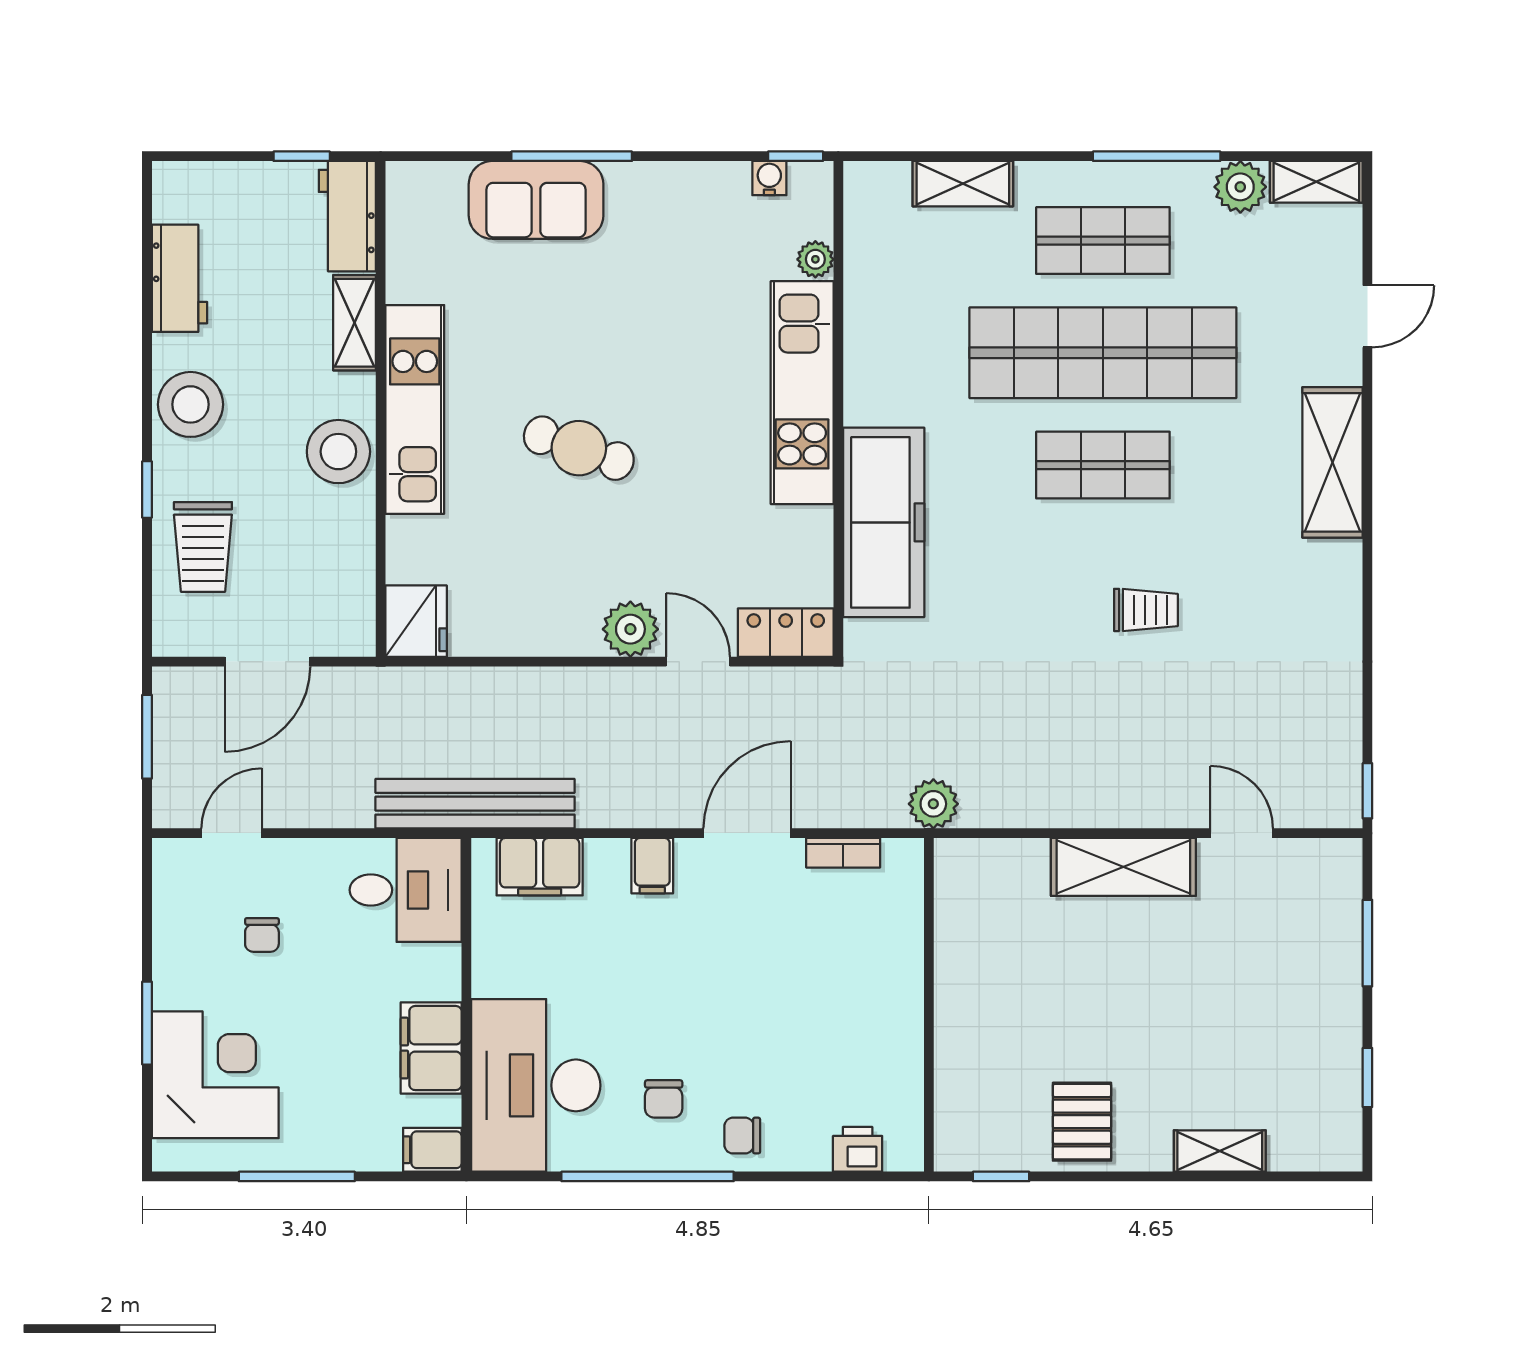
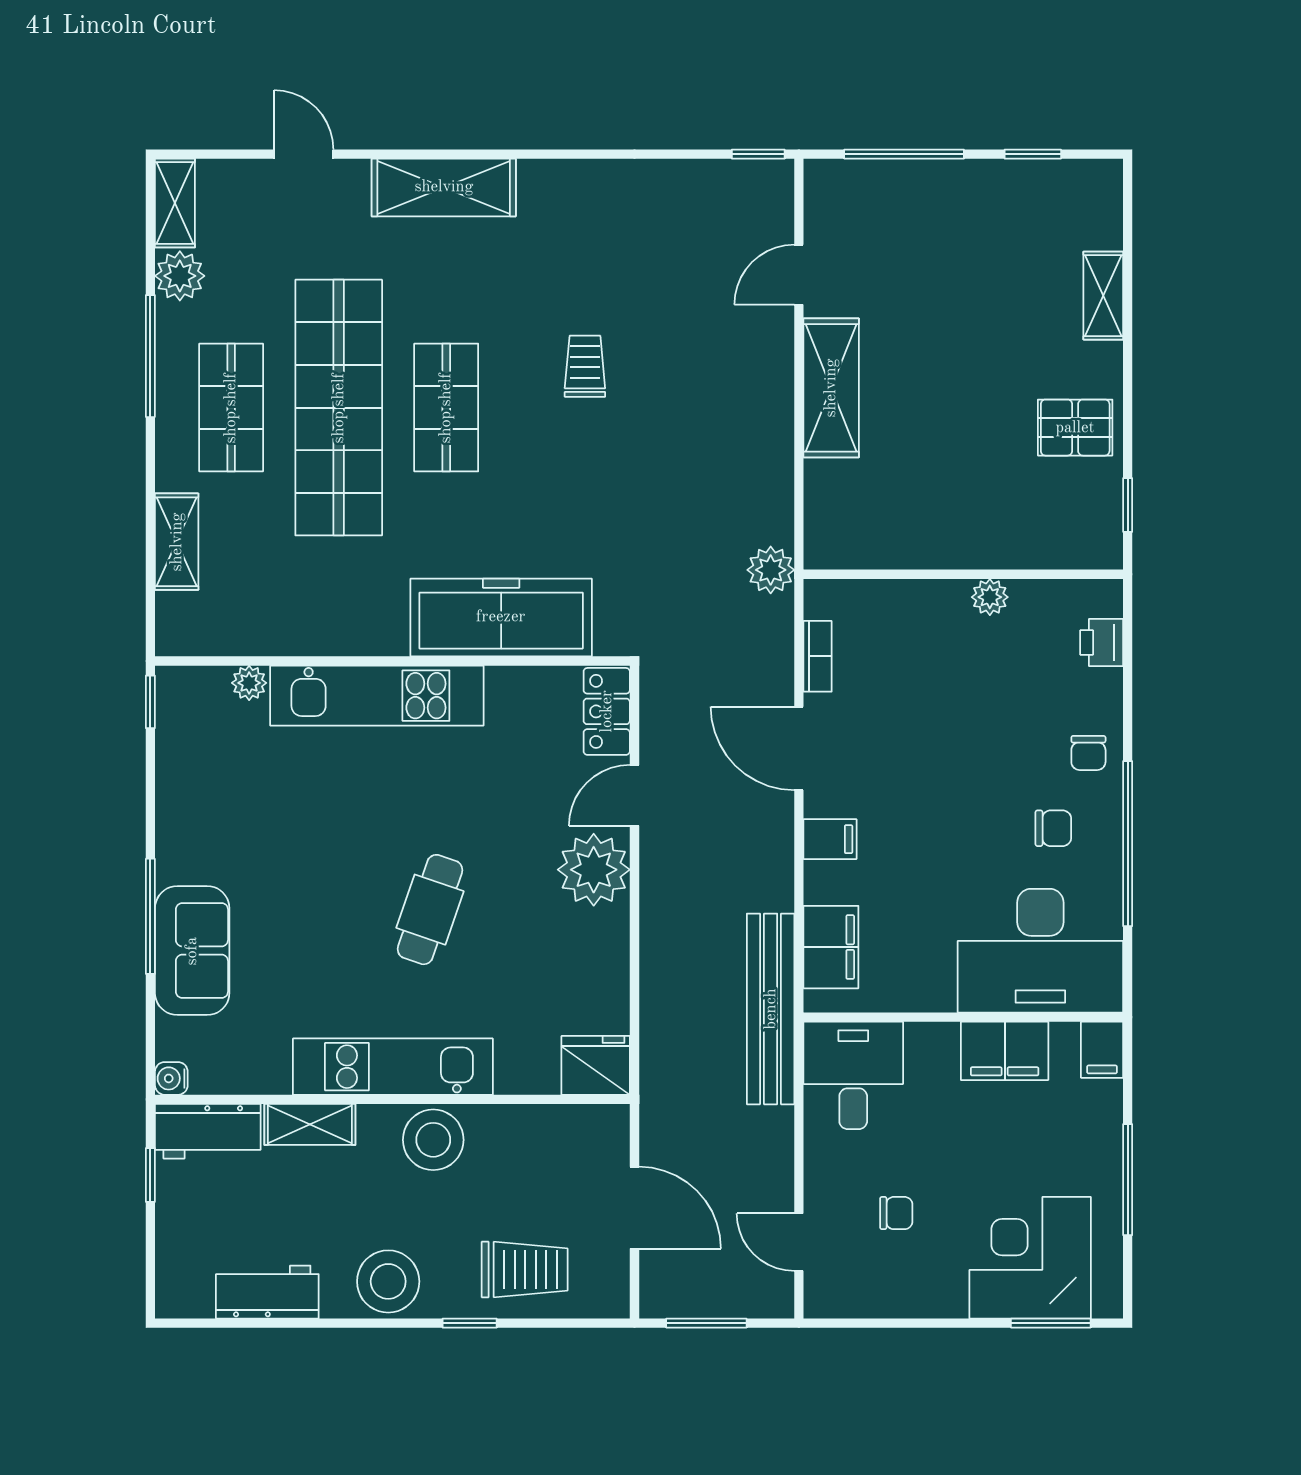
water cooler: (769, 178) -> (171, 1078), moved
plant: (630, 629) -> (594, 870), width x1.36, depth x1.36
window: (1367, 943) -> (904, 154), width x1.44
window: (147, 1023) -> (1051, 1323), moved
plant: (905, 1033) -> (990, 597), added

